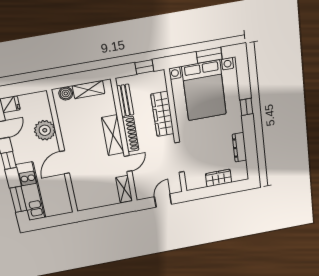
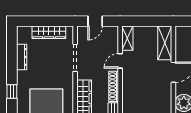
shelving: (113, 135) -> (165, 43), moved
wardrobe: (219, 178) -> (49, 32), width x1.50

